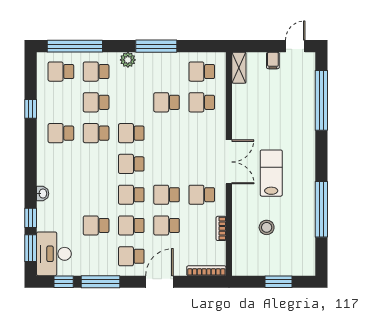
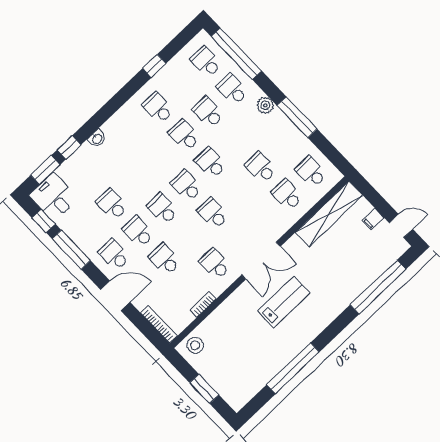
shelving: (239, 68) -> (329, 214), width x2.20, depth x1.33
school desk: (166, 195) -> (213, 213), moved
stool: (267, 227) -> (195, 345), moved
desk: (54, 254) -> (54, 197), width x0.73

